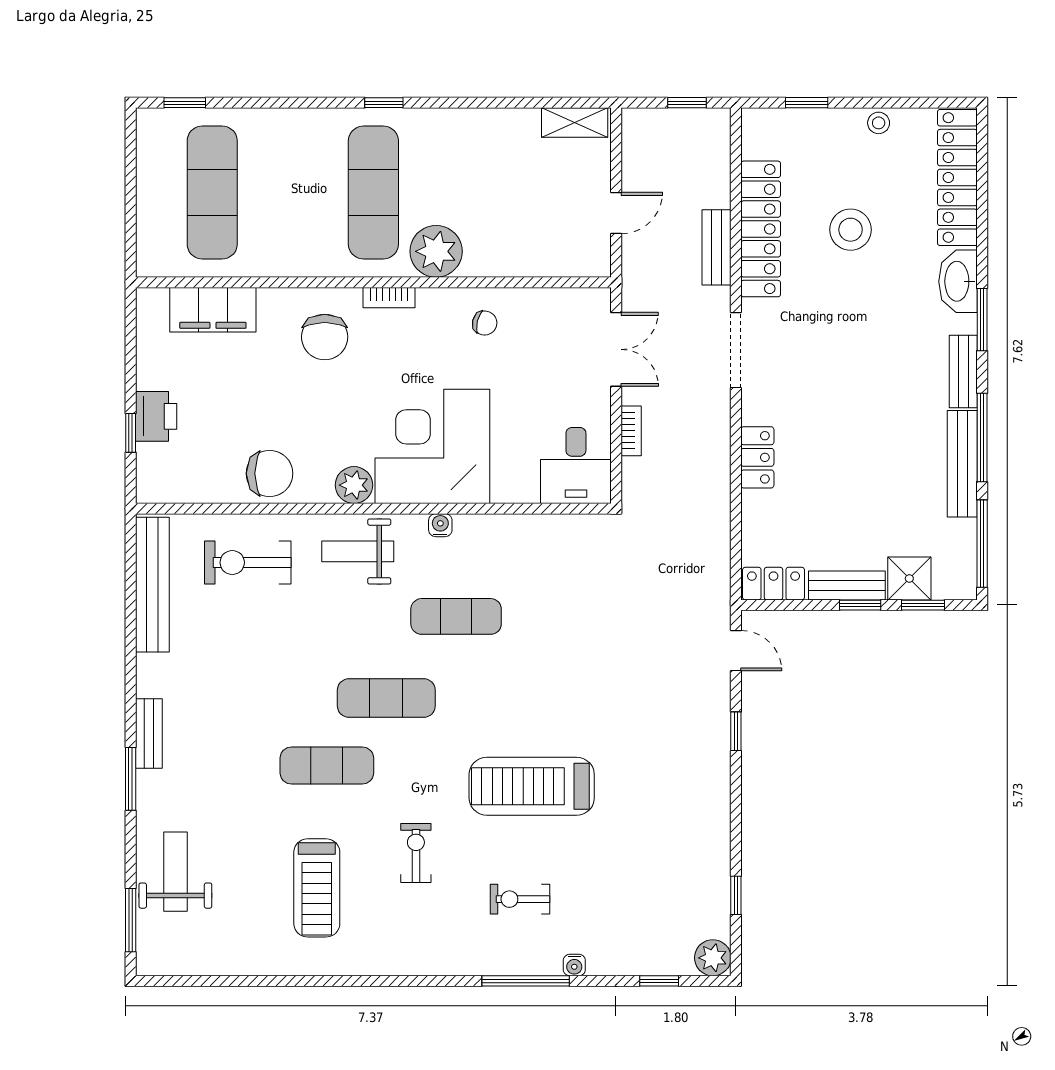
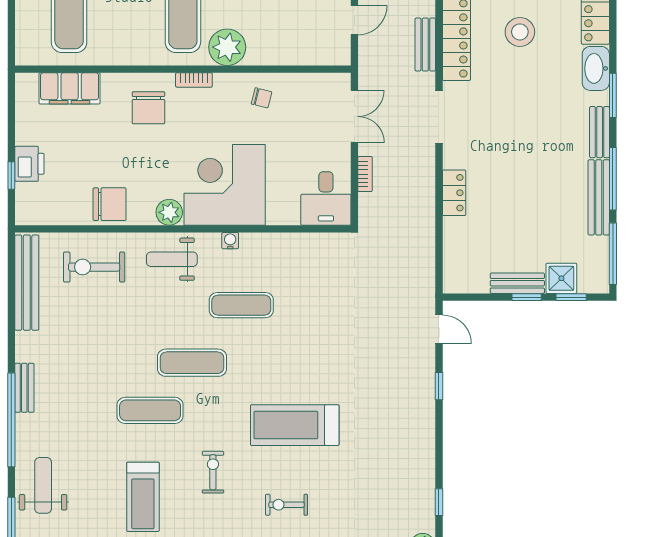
locker: (773, 584) -> (465, 282), removed
window: (131, 779) -> (11, 420), width x2.11

